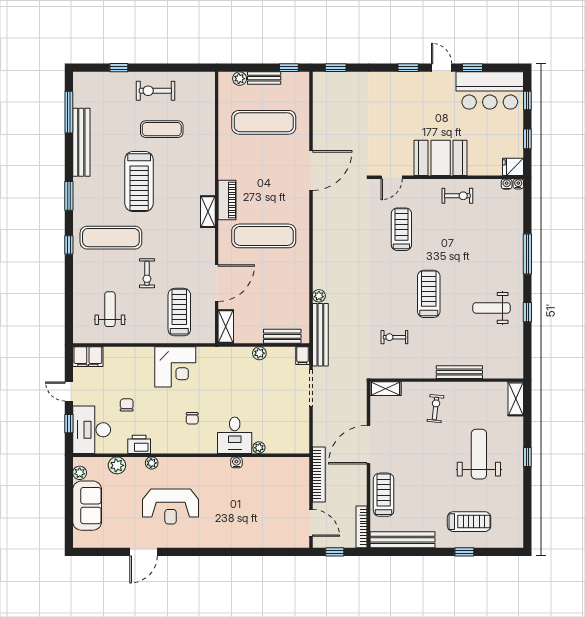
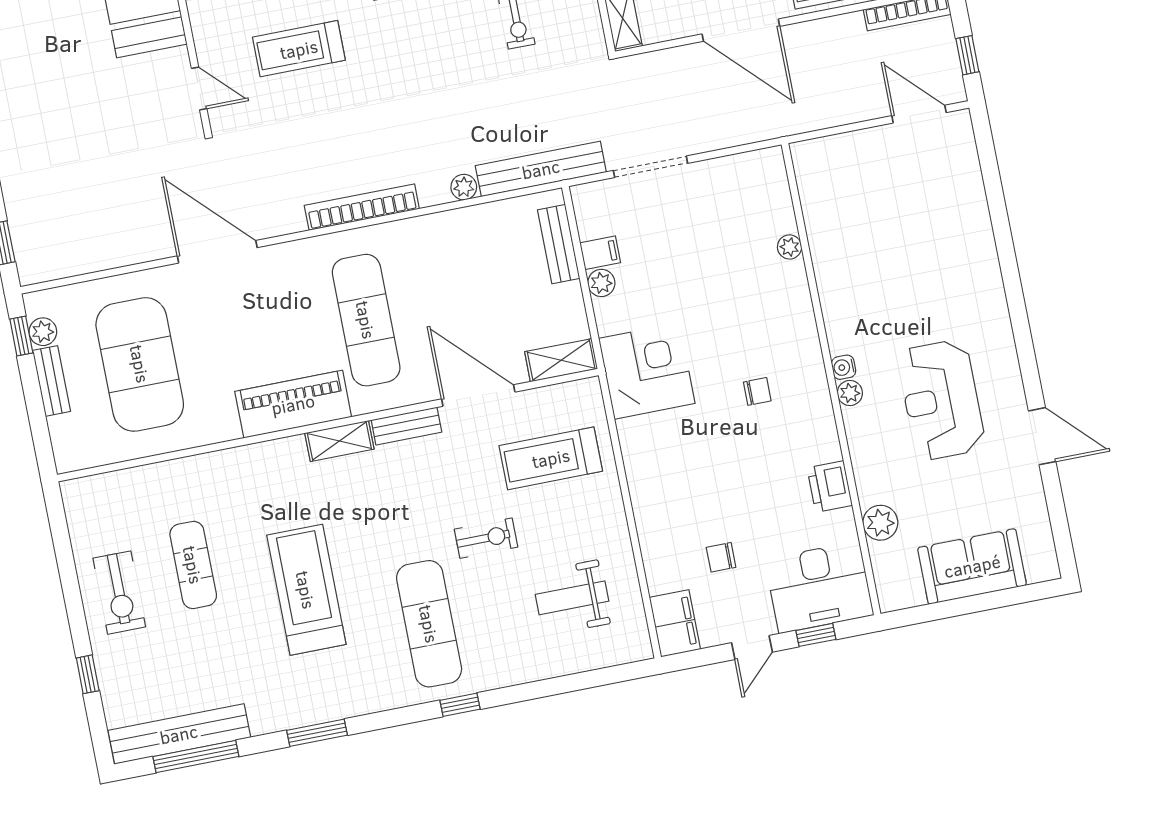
plant: (240, 79) -> (43, 332), moved
exercise mat: (264, 122) -> (140, 364), width x1.47
bench: (81, 142) -> (179, 734), moved
treadmill: (139, 181) -> (306, 590), turned -90
window: (69, 196) -> (317, 733), moved
piano: (227, 200) -> (293, 404), width x1.37, depth x1.33
bench: (209, 245) -> (406, 426), added
filing cabinet: (303, 356) -> (600, 253), moved
corner desk: (175, 367) -> (647, 371), moved
chair: (127, 405) -> (721, 557), moved
desk: (235, 435) -> (774, 300), removed
water cooler: (236, 462) -> (844, 367), moved
plant: (152, 463) -> (850, 393), moved
plant: (80, 473) -> (910, 594), removed
bookcase: (319, 474) -> (362, 207), moved
reception desk: (171, 507) -> (941, 400), turned 180
door: (311, 523) -> (919, 114), hinge flipped

